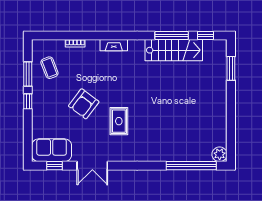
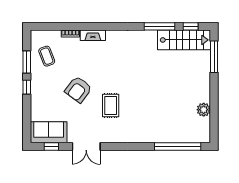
fireplace: (114, 45) -> (93, 35), moved
stairs: (174, 50) -> (184, 40), moved
window: (231, 68) -> (214, 57), width x1.44
plant: (220, 154) -> (204, 110), moved

